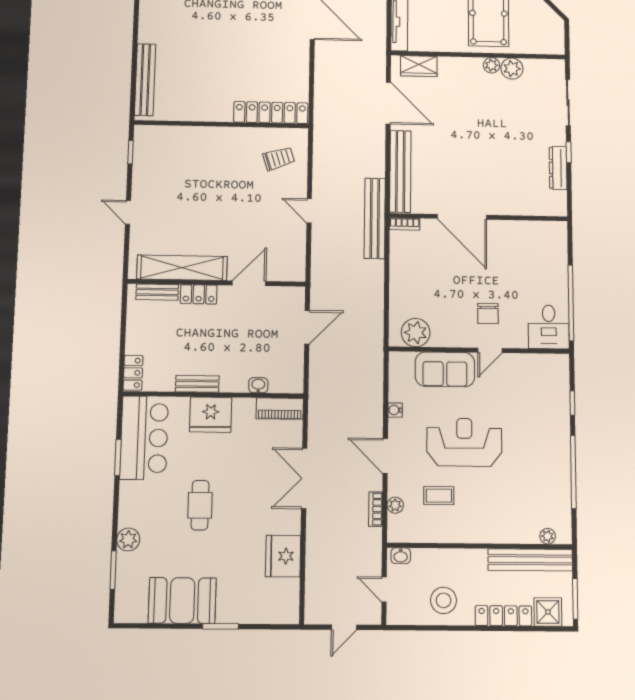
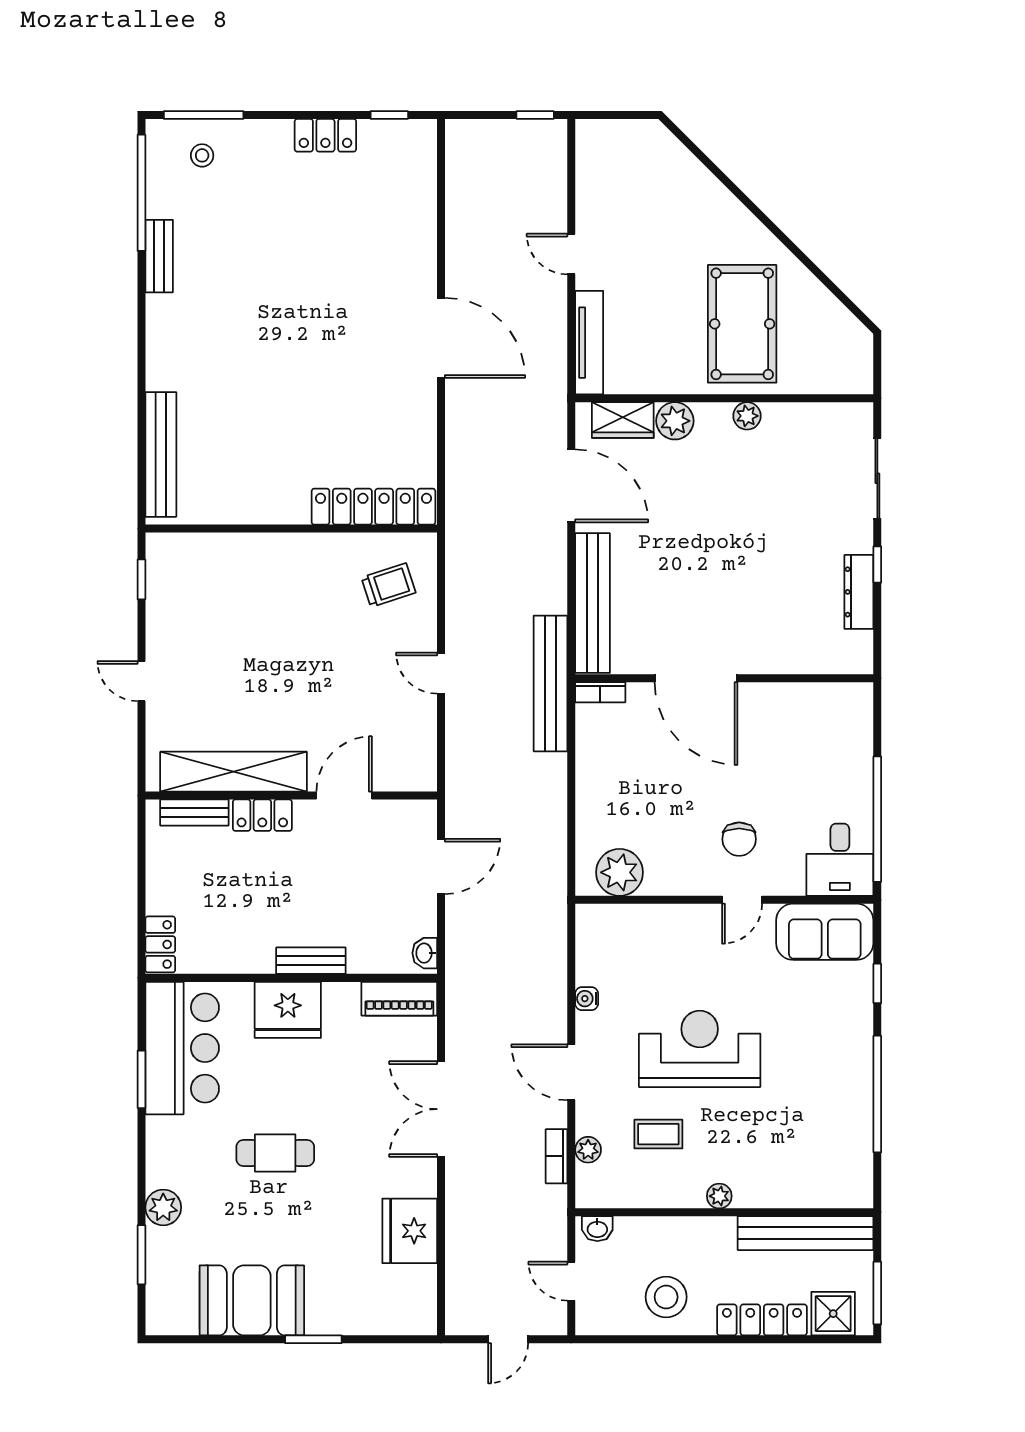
plant: (512, 69) -> (675, 421), moved
sofa: (445, 369) -> (825, 932), moved
bench: (197, 384) -> (311, 961), moved
washbasin: (258, 385) -> (425, 953), moved, turned -90
cafe table: (200, 505) -> (275, 1153), turned 90
plant: (548, 536) -> (719, 1196), moved

